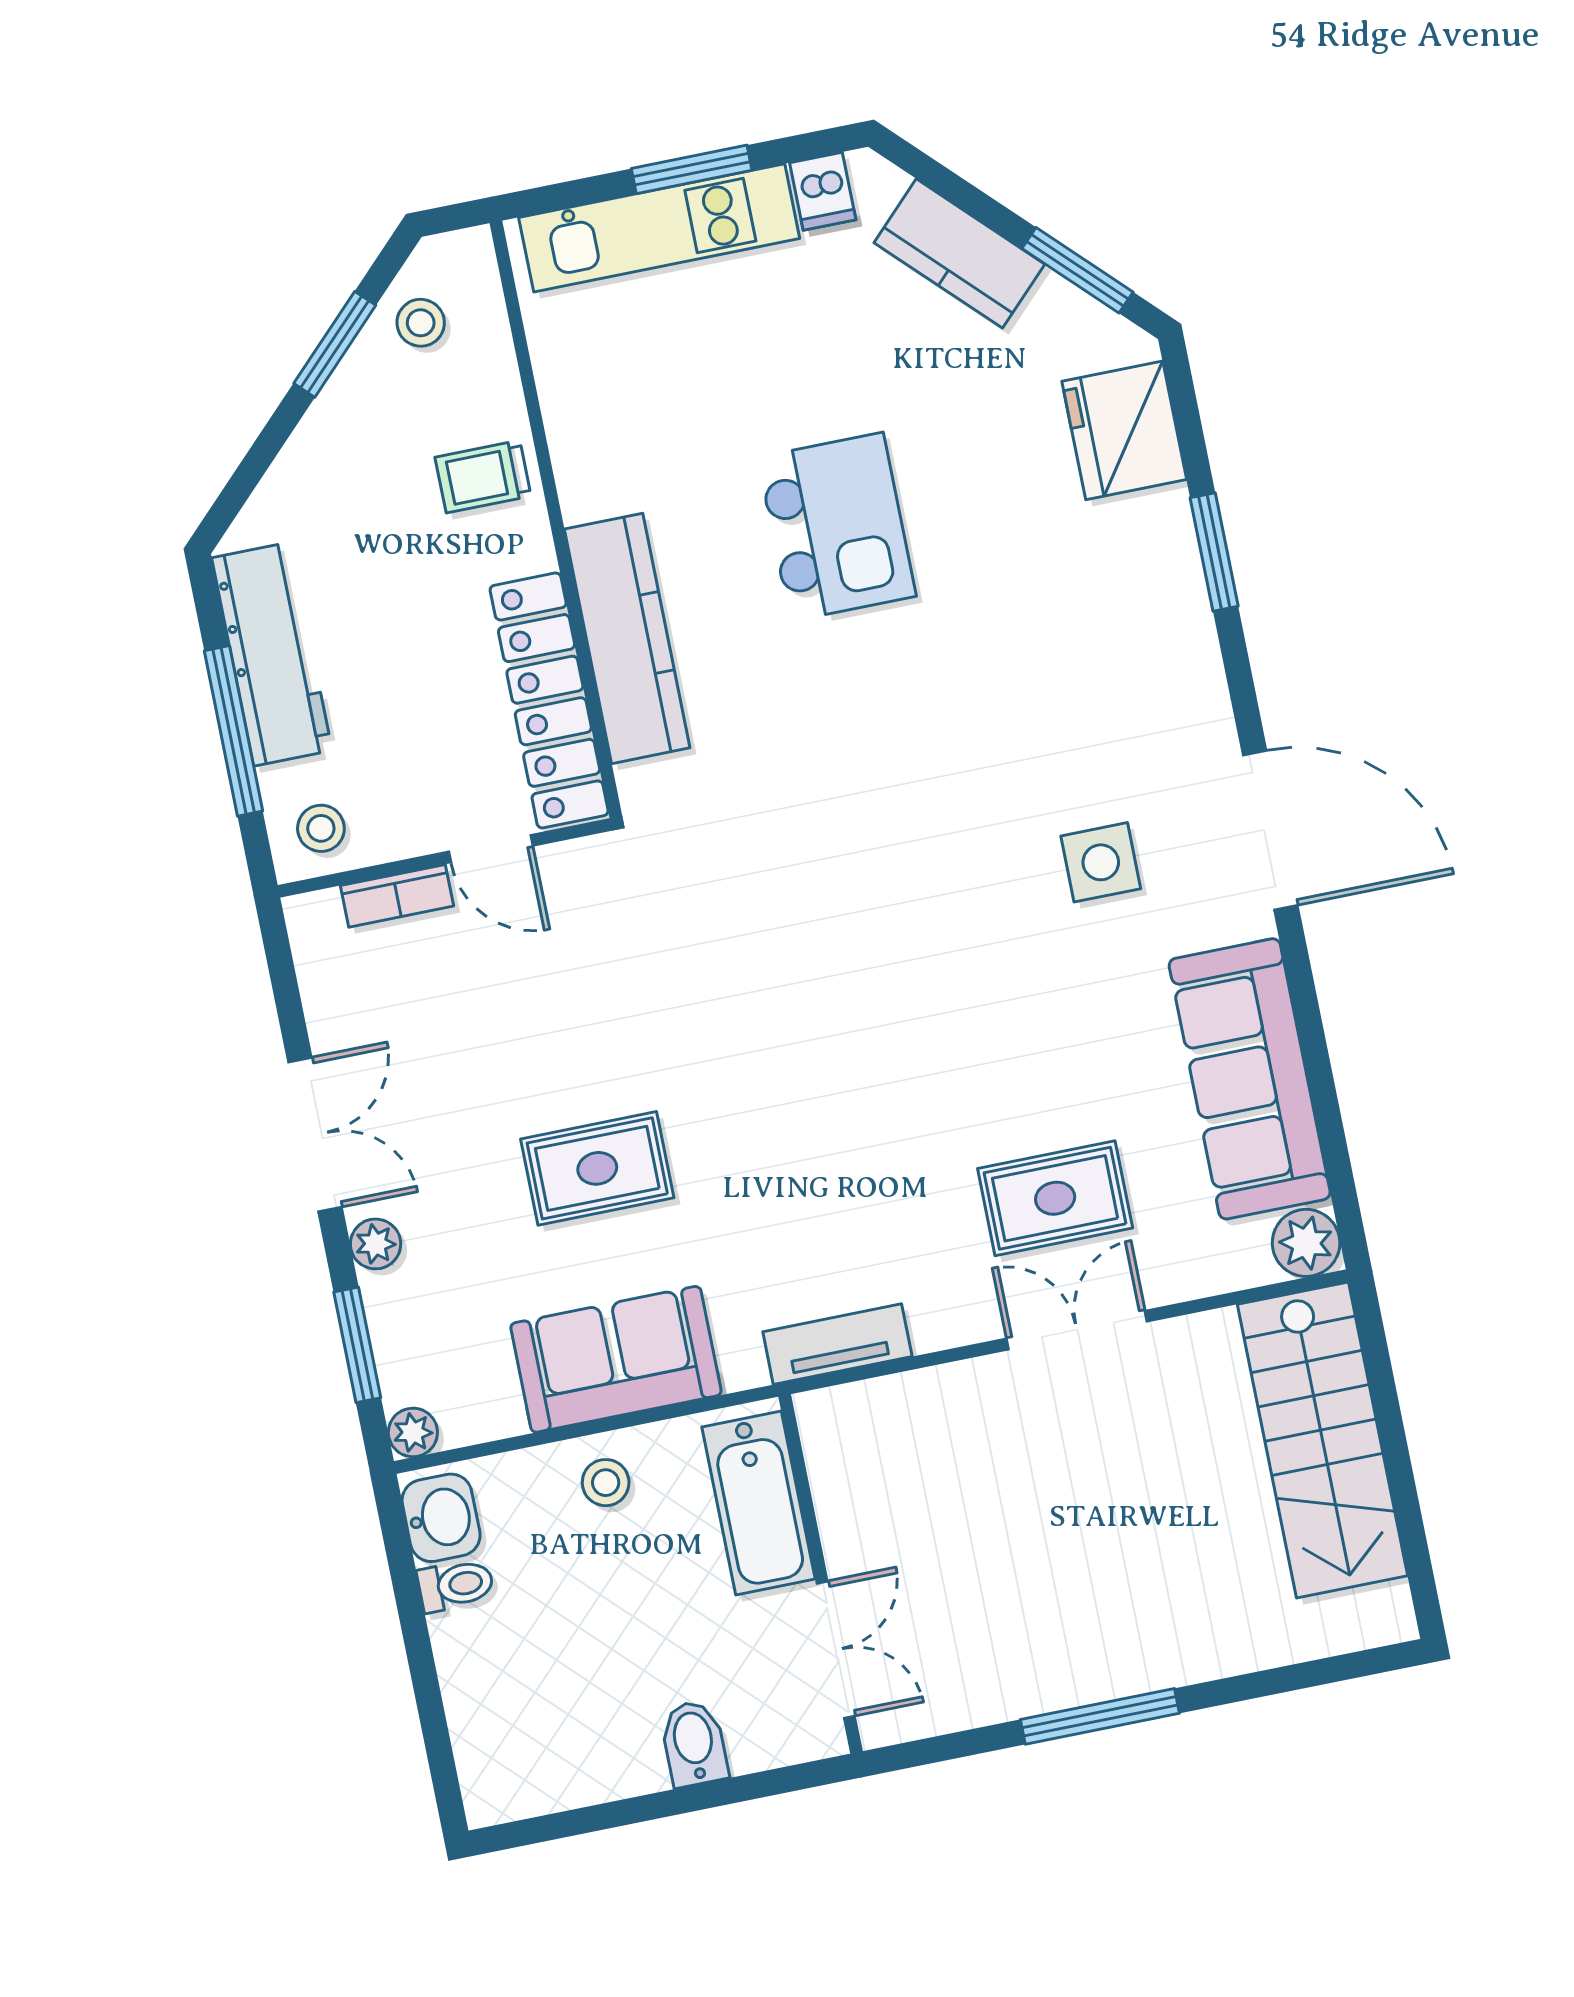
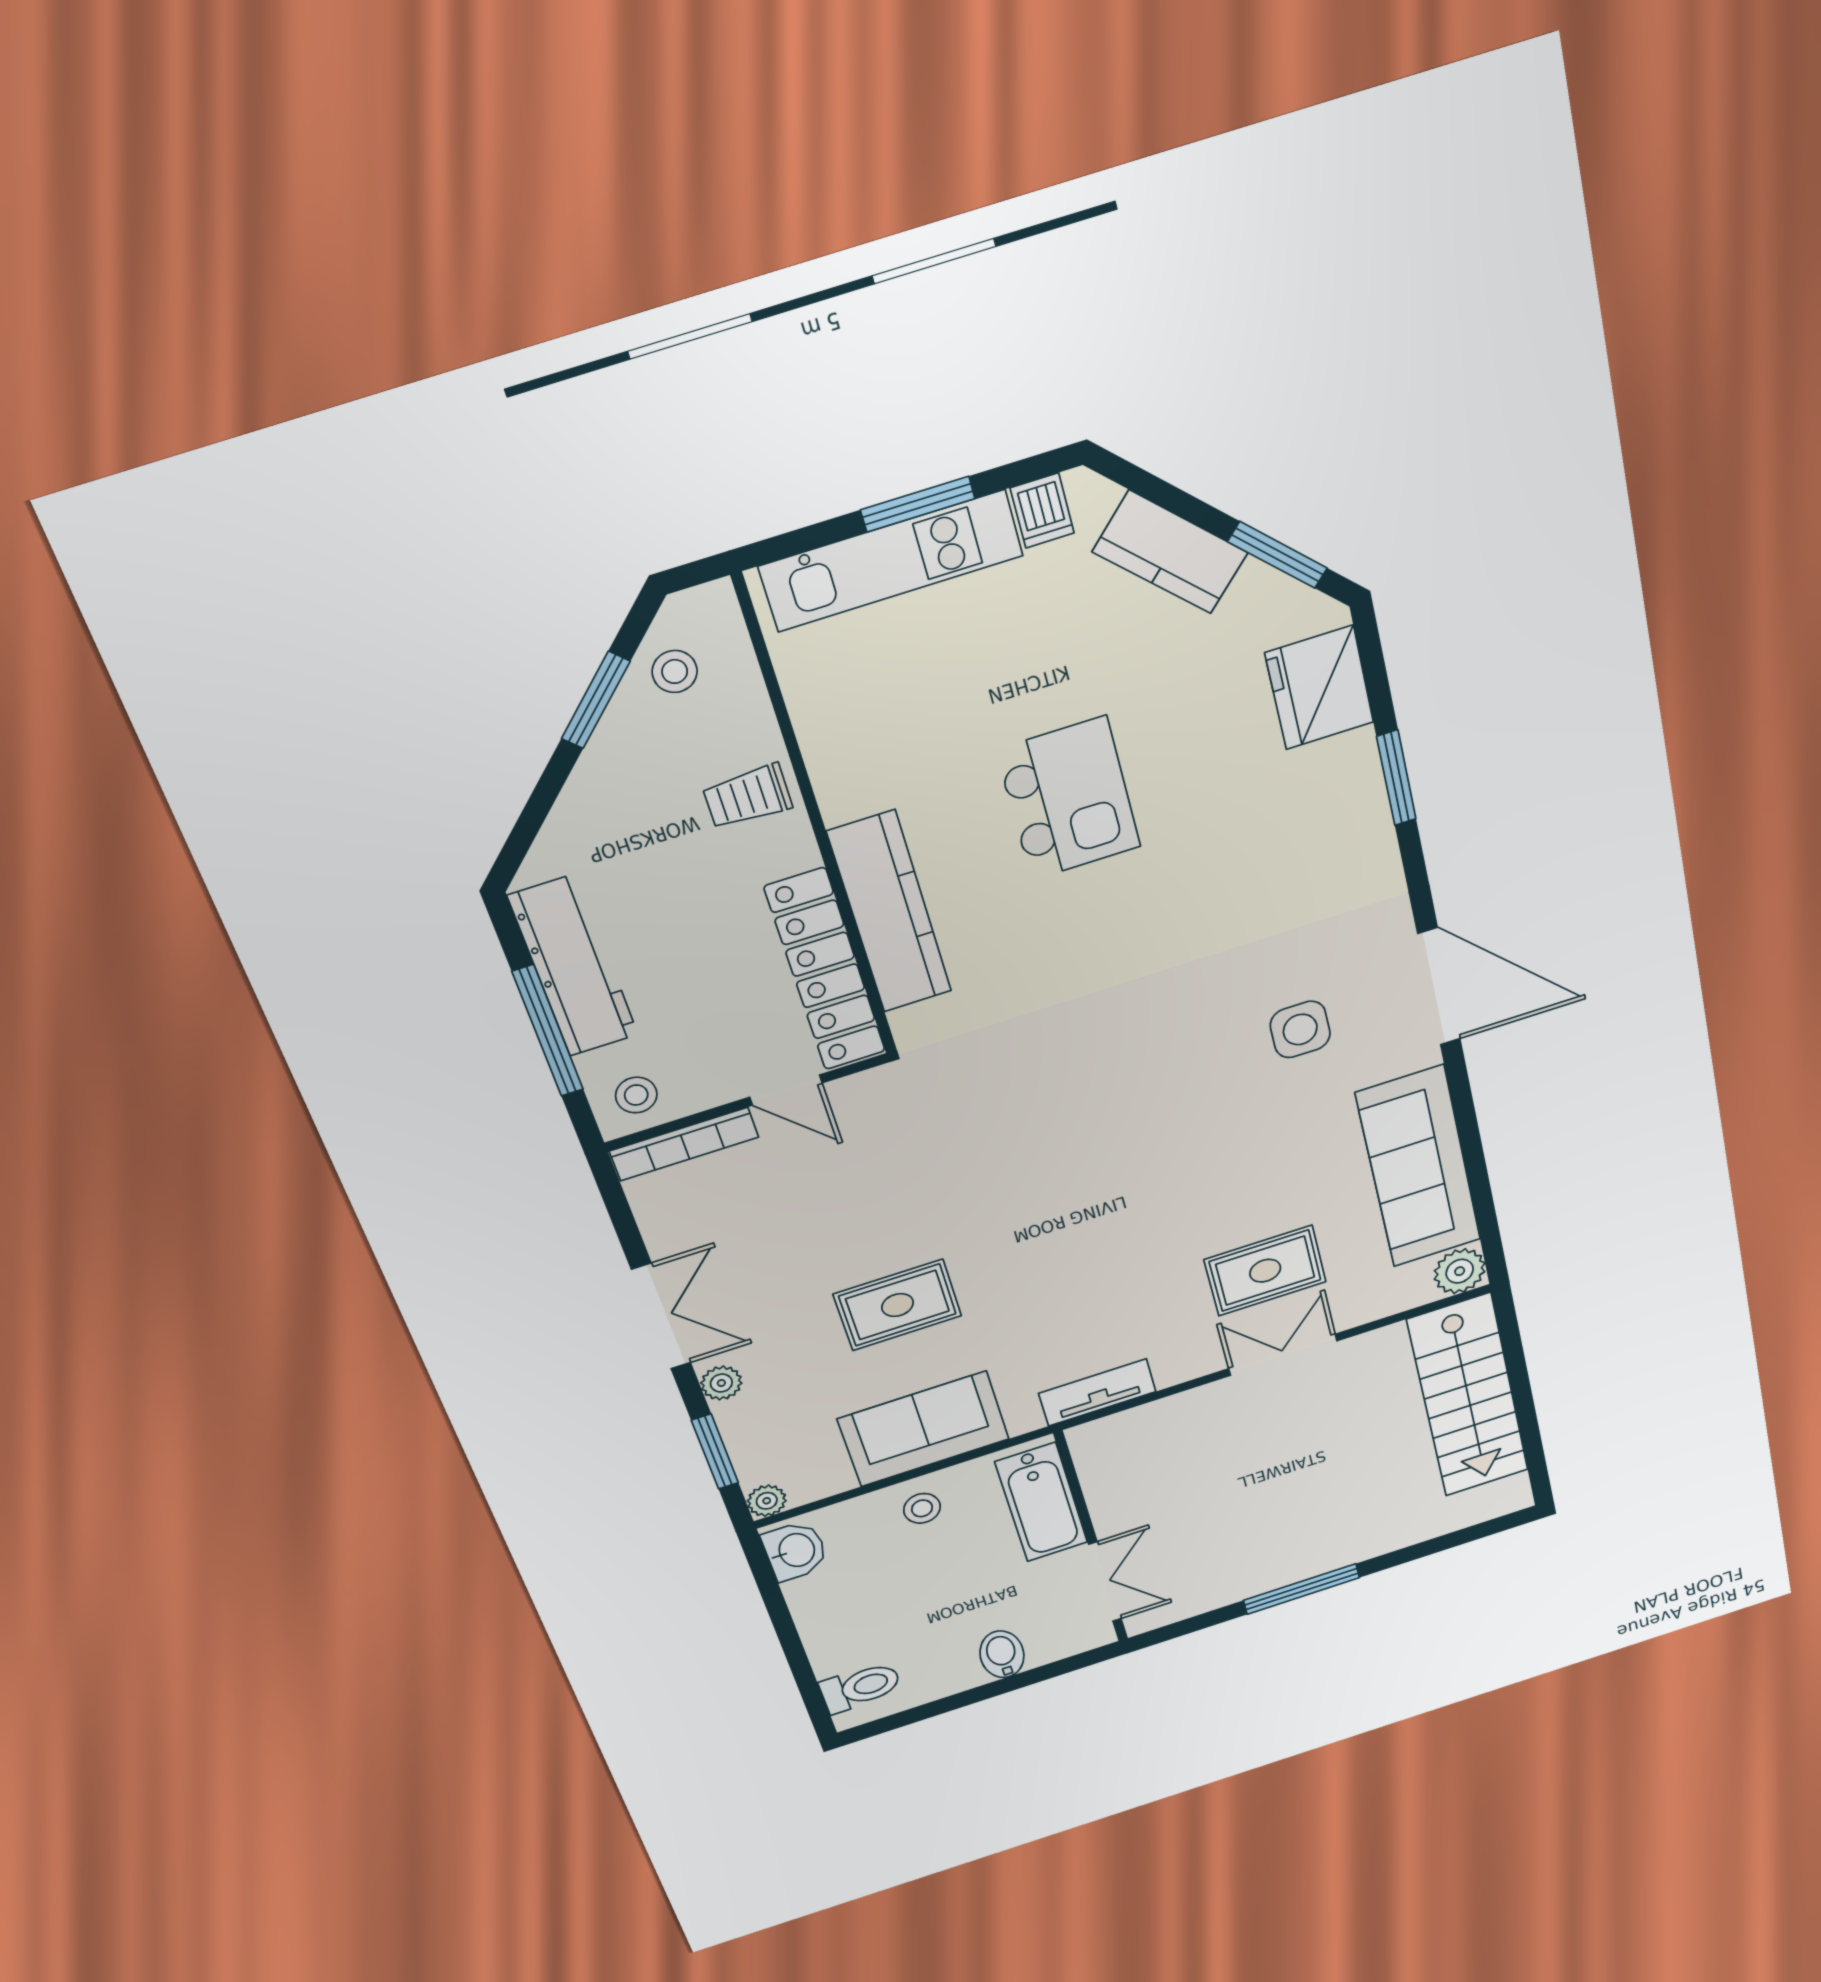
bookcase: (397, 896) -> (684, 1144), width x1.56
toilet: (456, 1585) -> (861, 1687), moved, width x1.37, depth x1.39

